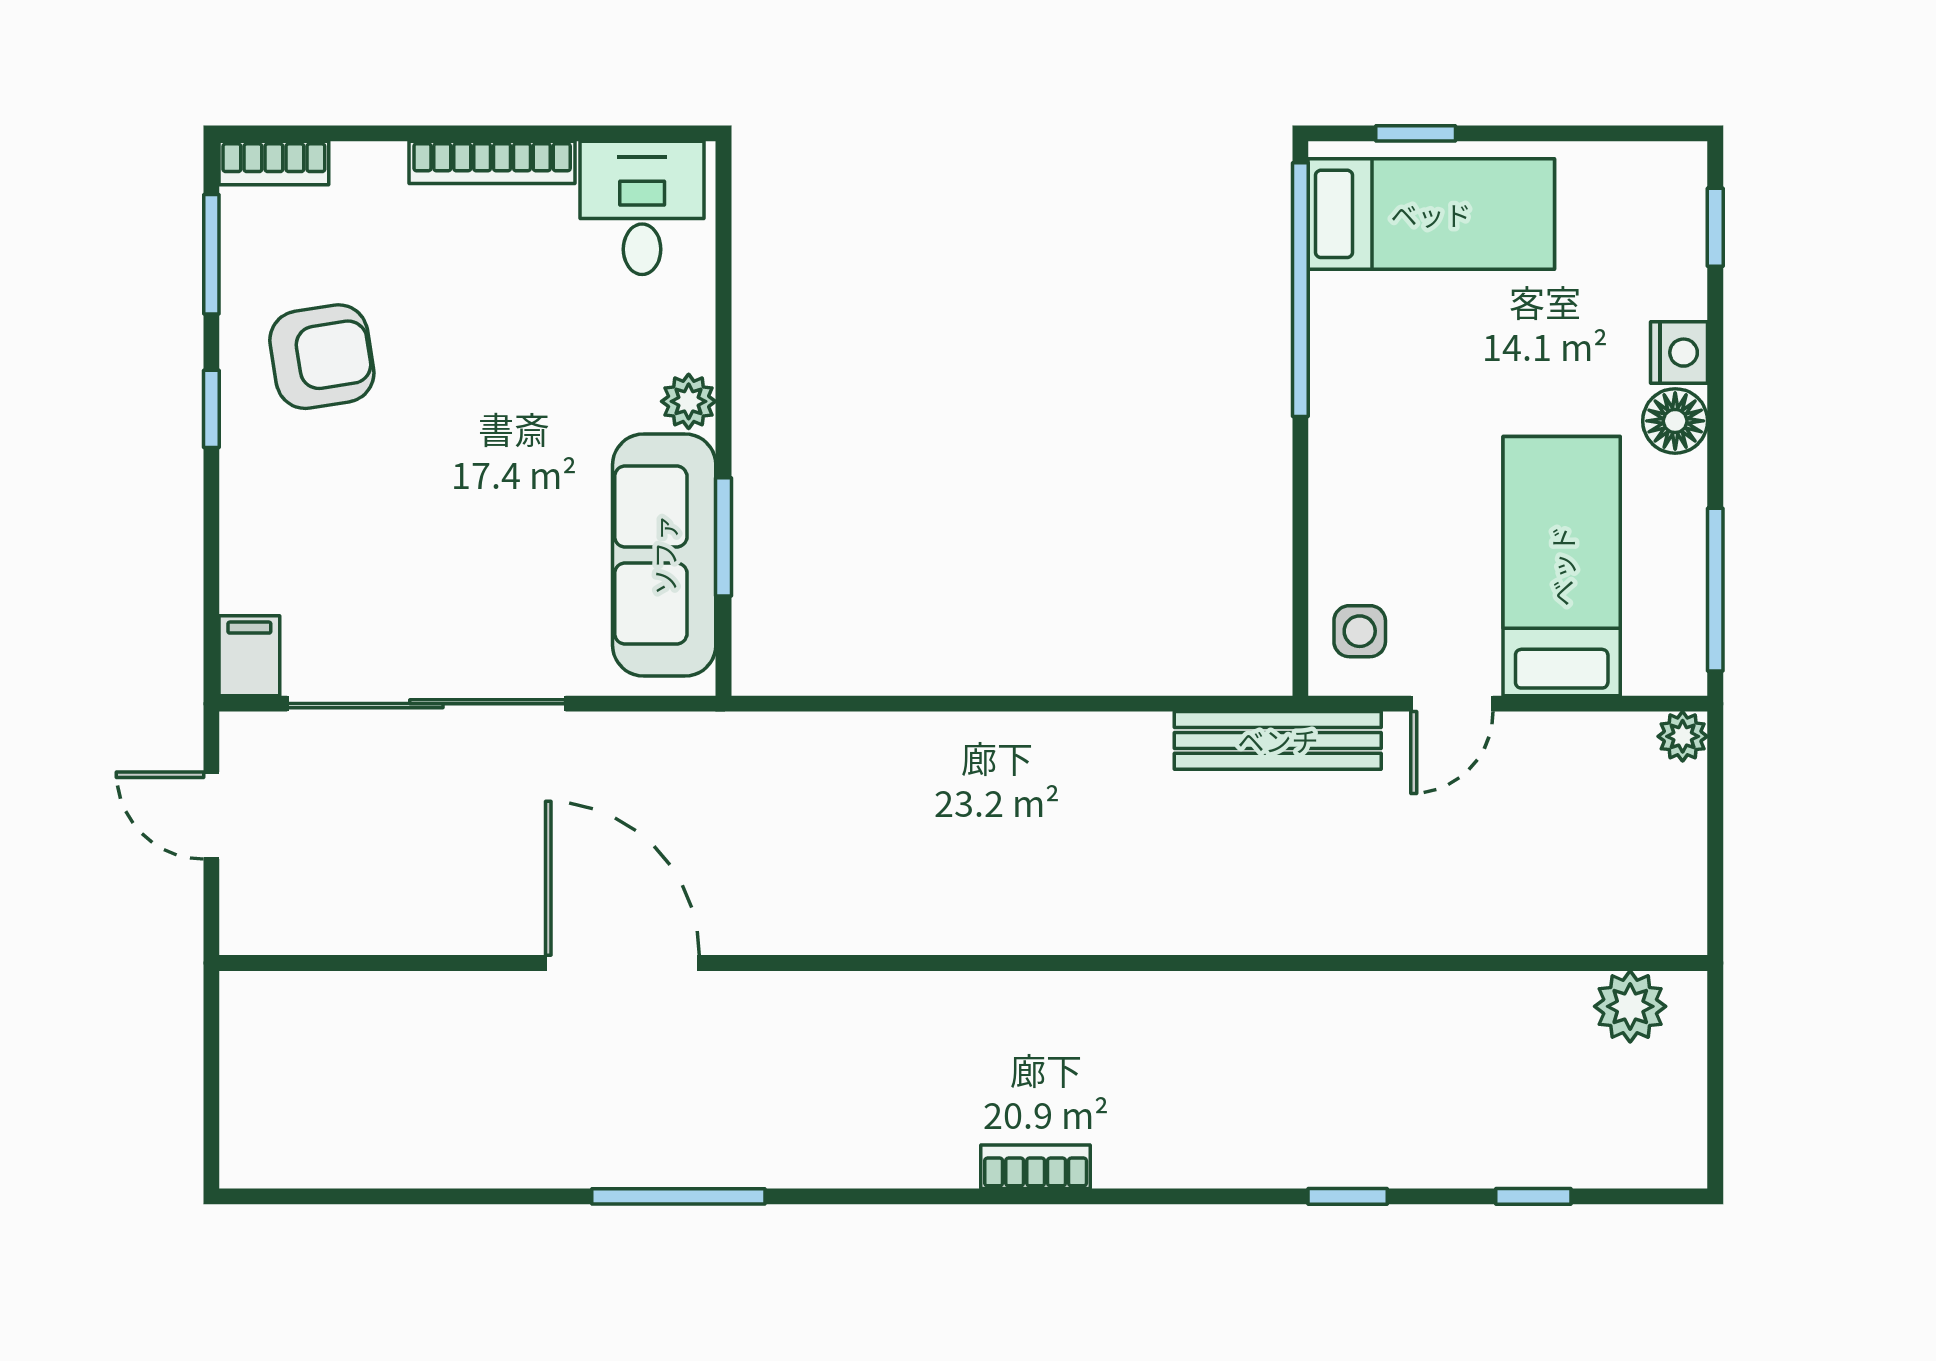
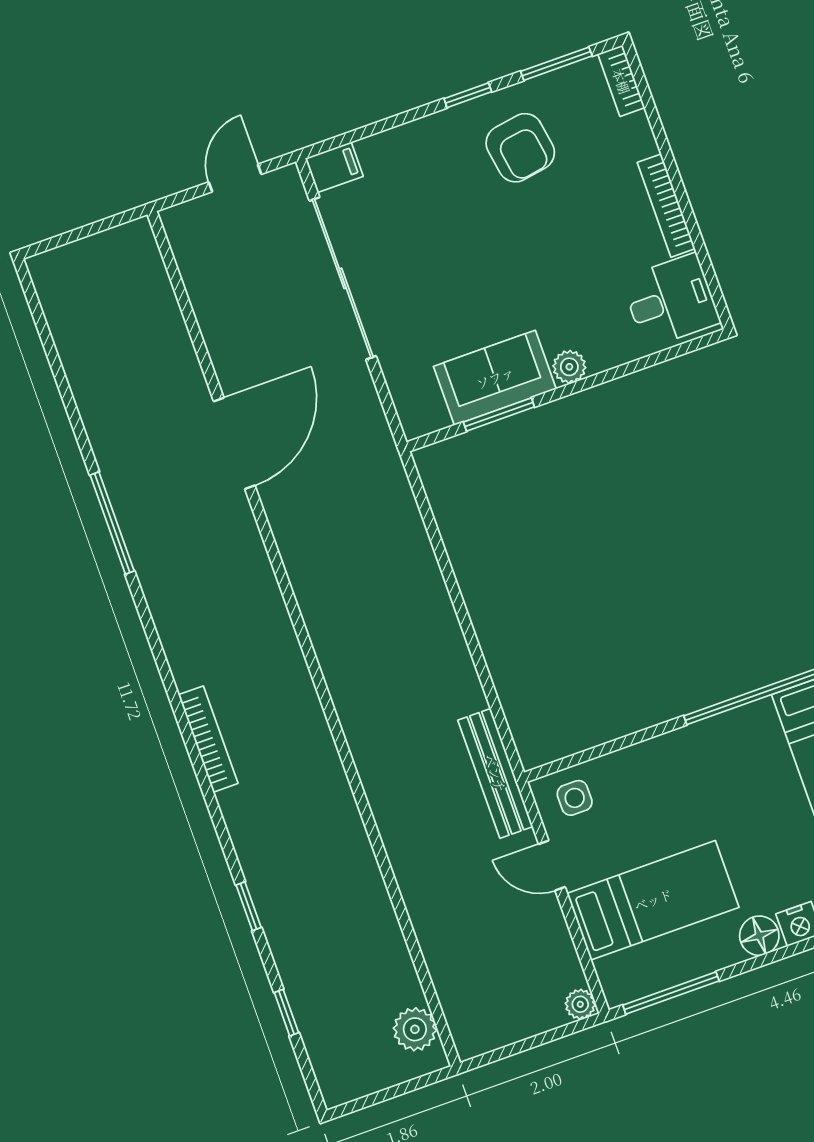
sofa: (664, 555) -> (495, 378), width x0.73
bookcase: (1036, 1167) -> (208, 739), width x1.56

